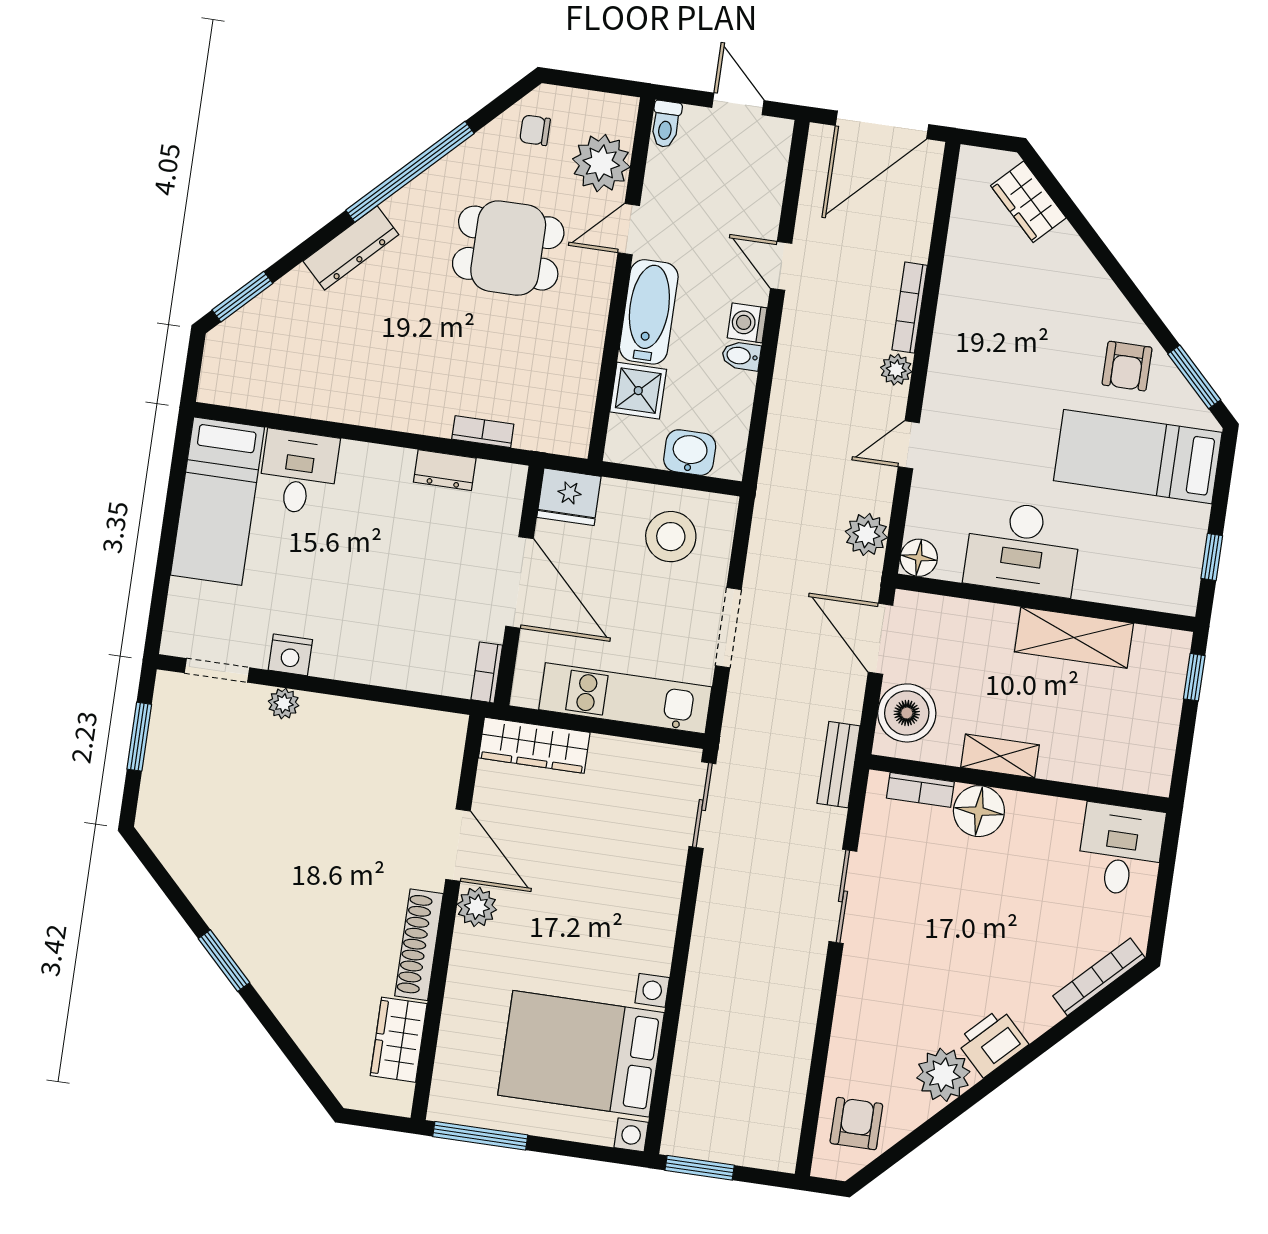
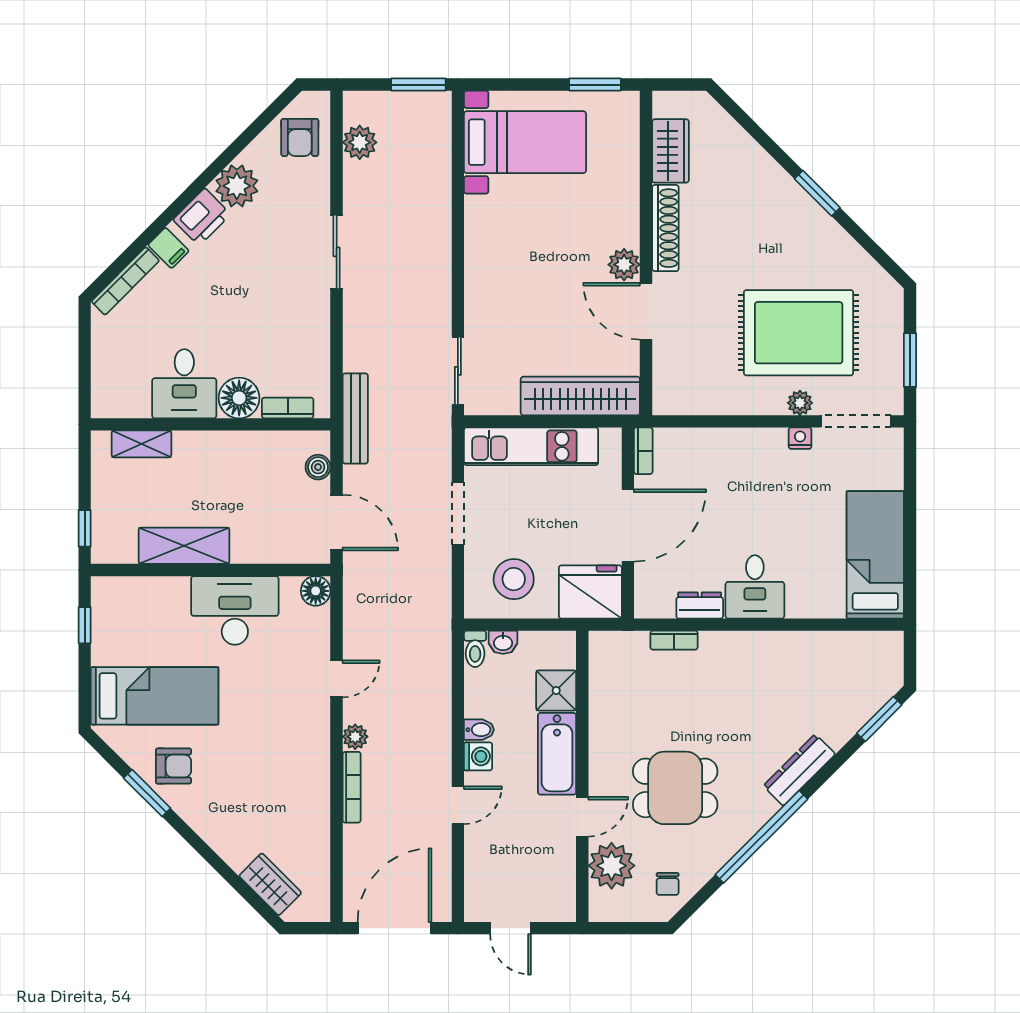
toilet: (666, 124) -> (475, 649), moved, turned 180
chair: (535, 130) -> (668, 884), turned 90
door: (781, 266) -> (458, 805), hinge flipped
armchair: (1127, 366) -> (173, 766), turned 90
window: (1194, 377) -> (147, 793), moved
washbasin: (690, 453) -> (503, 642), width x0.72, depth x0.69
desk: (298, 472) -> (755, 587), moved
fridge: (569, 497) -> (590, 592), width x1.36, depth x1.34
plant: (866, 534) -> (360, 142), moved
door: (519, 582) -> (628, 526), swing flipped
nightstand: (290, 655) -> (800, 438), width x0.72, depth x0.74
doorway: (217, 670) -> (856, 421), width x1.38
boiler: (907, 713) -> (318, 467), width x0.54, depth x0.54
wardrobe: (534, 745) -> (580, 396), width x1.40, depth x1.17
shelving: (1000, 756) -> (141, 444), moved
bench: (838, 765) -> (355, 419), width x1.36
rug: (273, 791) -> (799, 333), added
desk: (1121, 850) -> (184, 384), moved
sliding door: (843, 896) -> (337, 252), moved
filing cabinet: (1039, 1010) -> (168, 248), added
bed with nightstands: (581, 1054) -> (525, 142), width x0.73
window: (480, 1136) -> (595, 85), width x0.69

